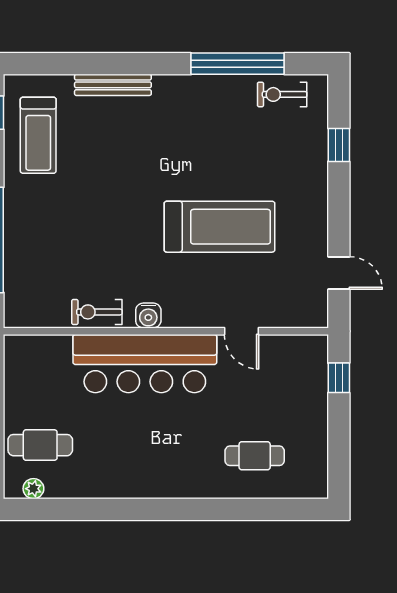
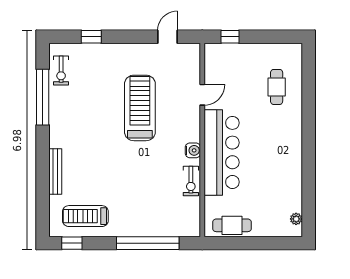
treadmill: (38, 135) -> (85, 216), turned 180
cafe table: (40, 445) -> (232, 225), moved, turned 90

